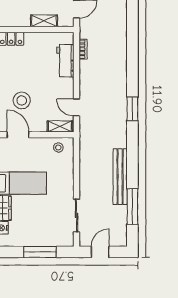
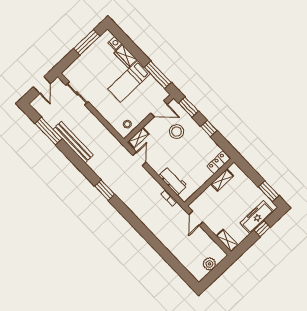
shelving: (44, 21) -> (222, 180), moved
door: (76, 107) -> (139, 159), hinge flipped
window: (40, 252) -> (87, 42), moved

